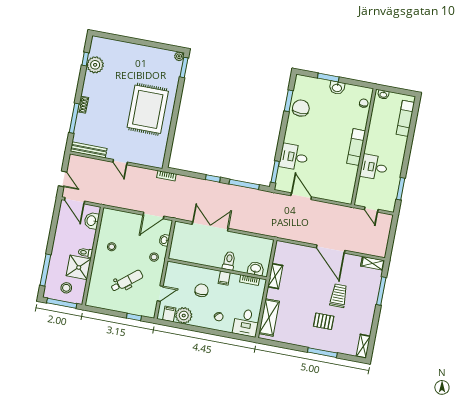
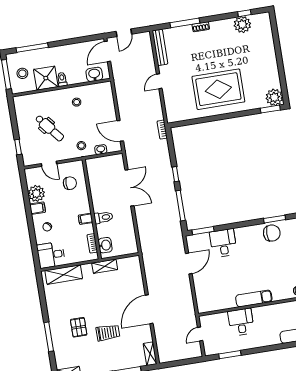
plant: (179, 56) -> (274, 97), width x1.88, depth x1.88
chair: (201, 290) -> (70, 183), moved
filing cabinet: (169, 314) -> (38, 208), moved

